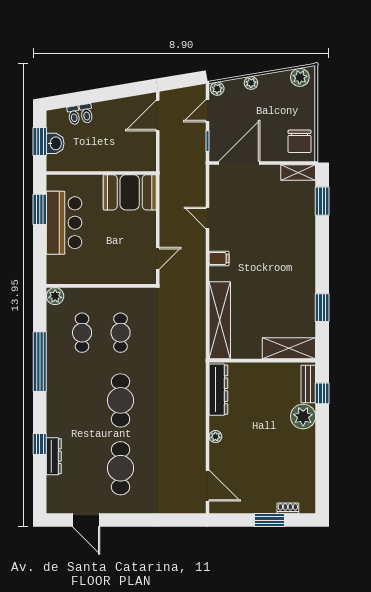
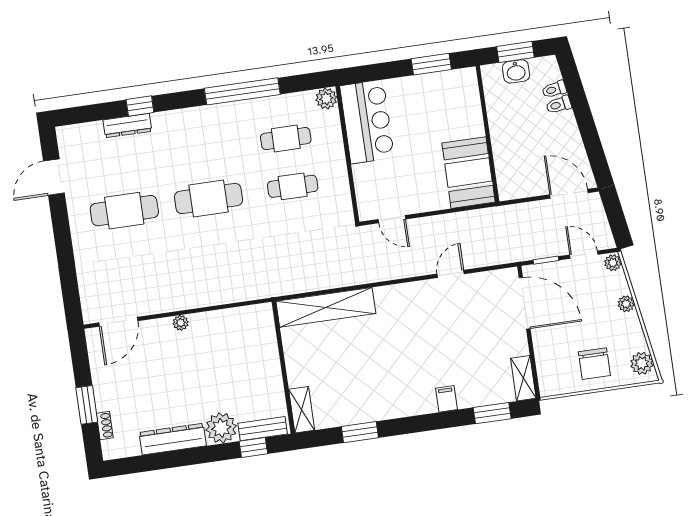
chair: (300, 141) -> (594, 364), moved, turned -90
bar counter: (64, 223) -> (367, 122), moved, turned -90
filing cabinet: (219, 259) -> (446, 399), moved, turned 180
shelving: (289, 348) -> (302, 410), width x0.67, depth x0.75
dresser: (218, 390) -> (173, 439), moved, turned 180

